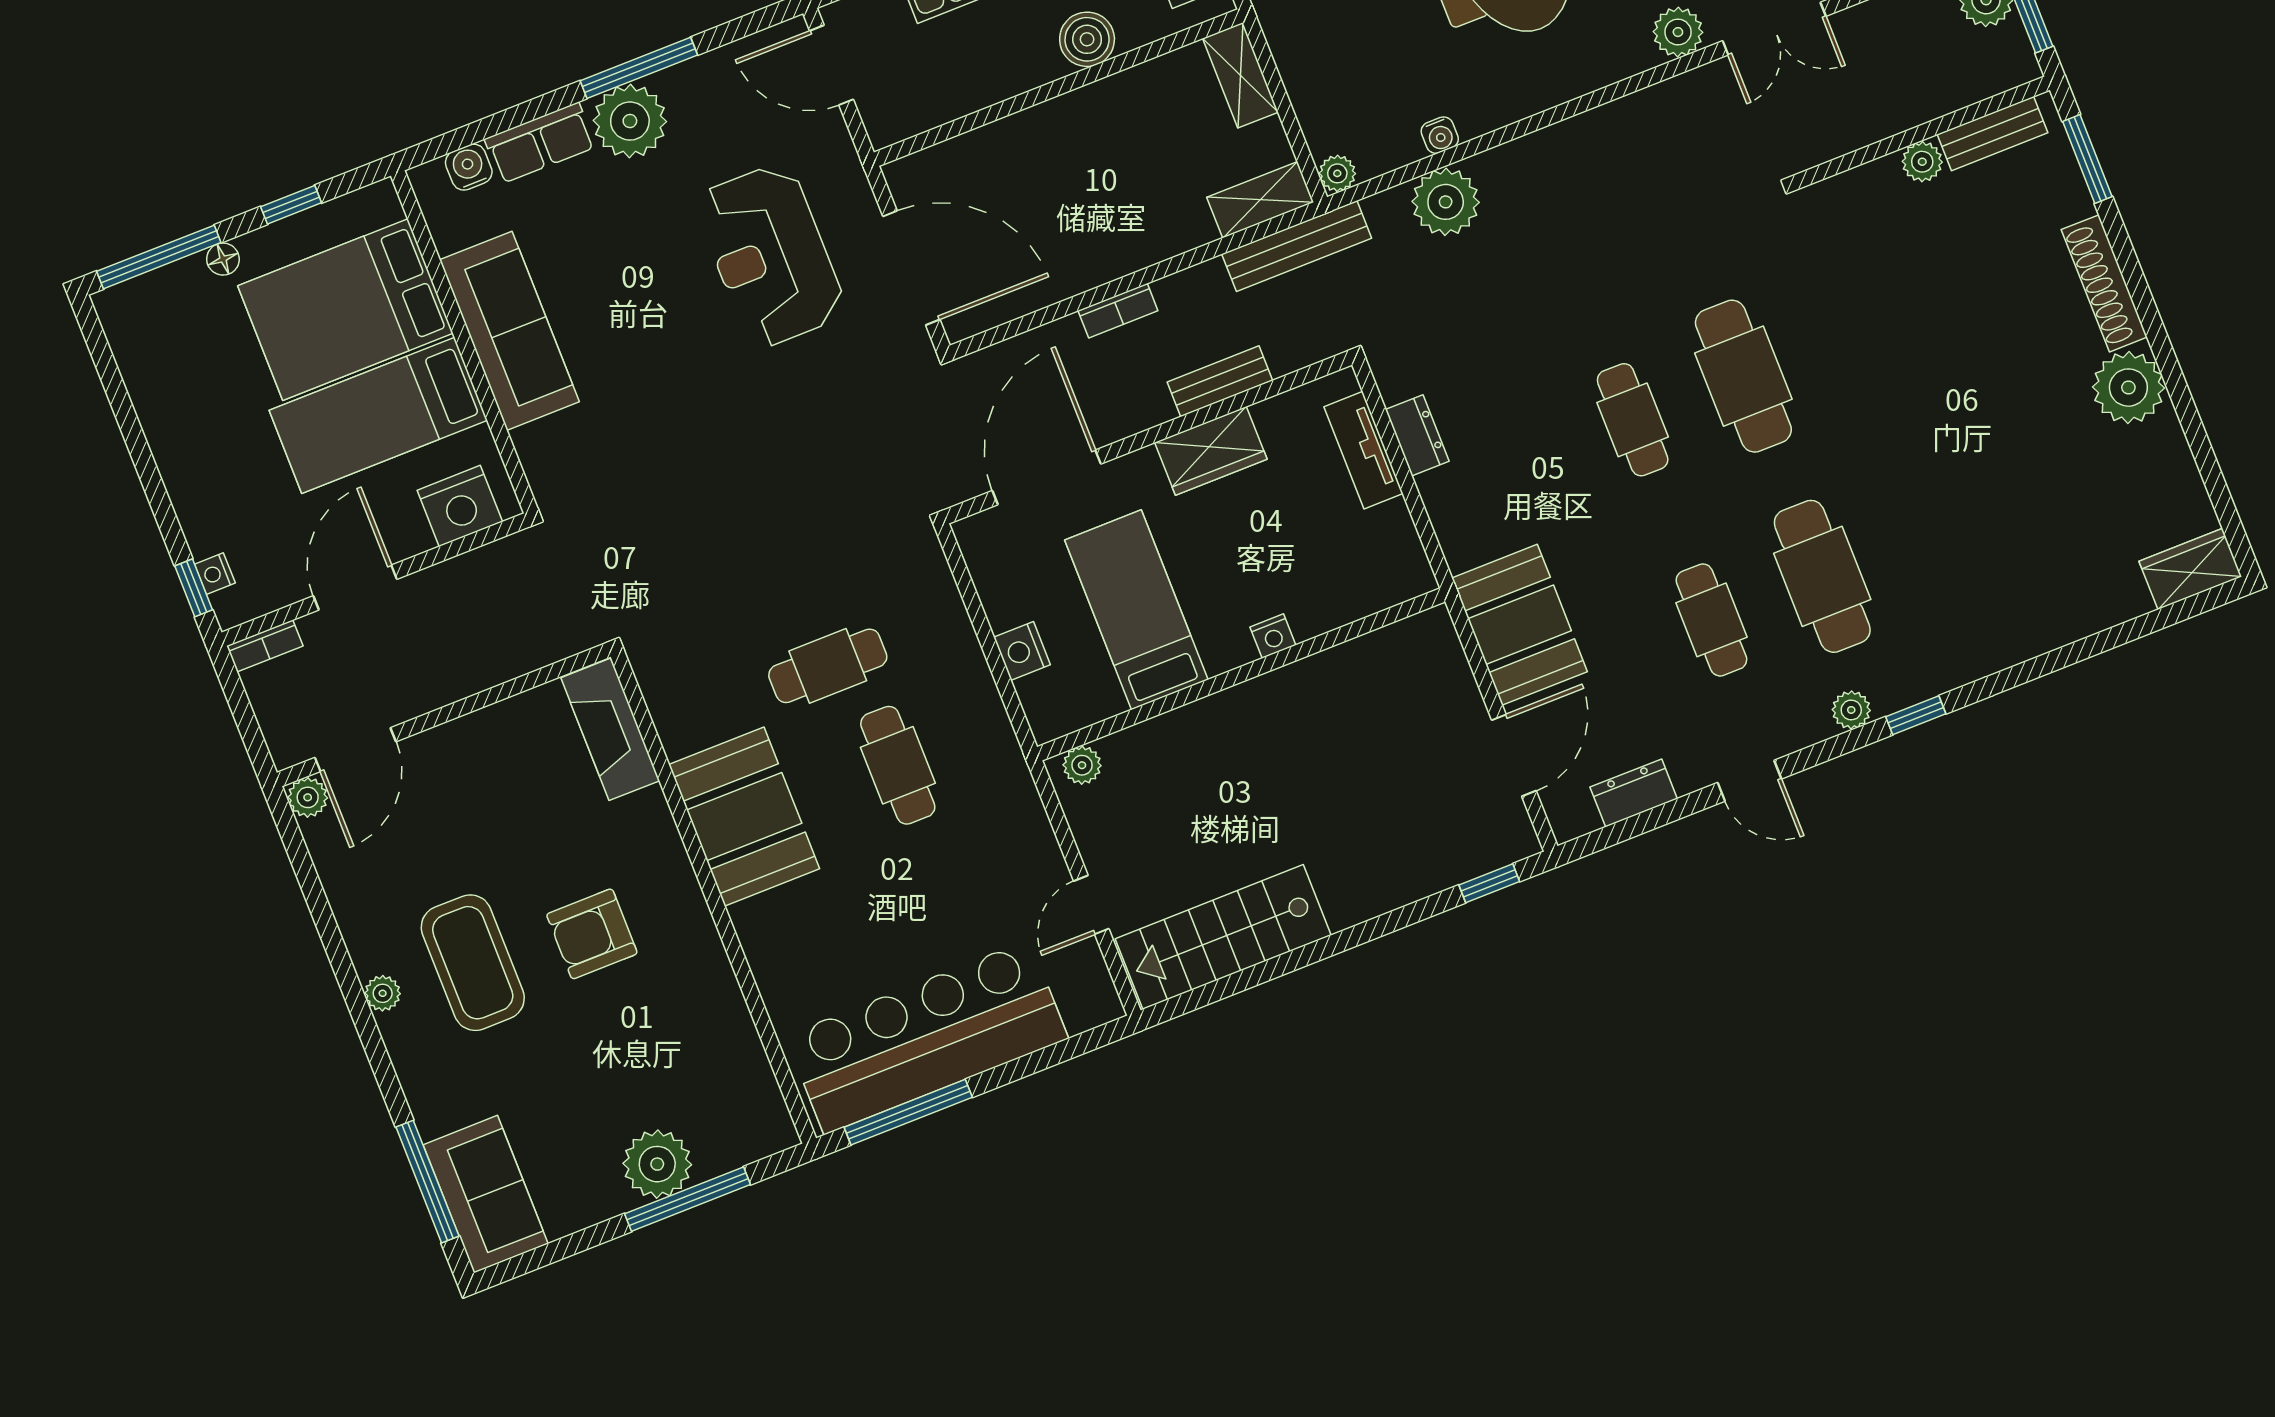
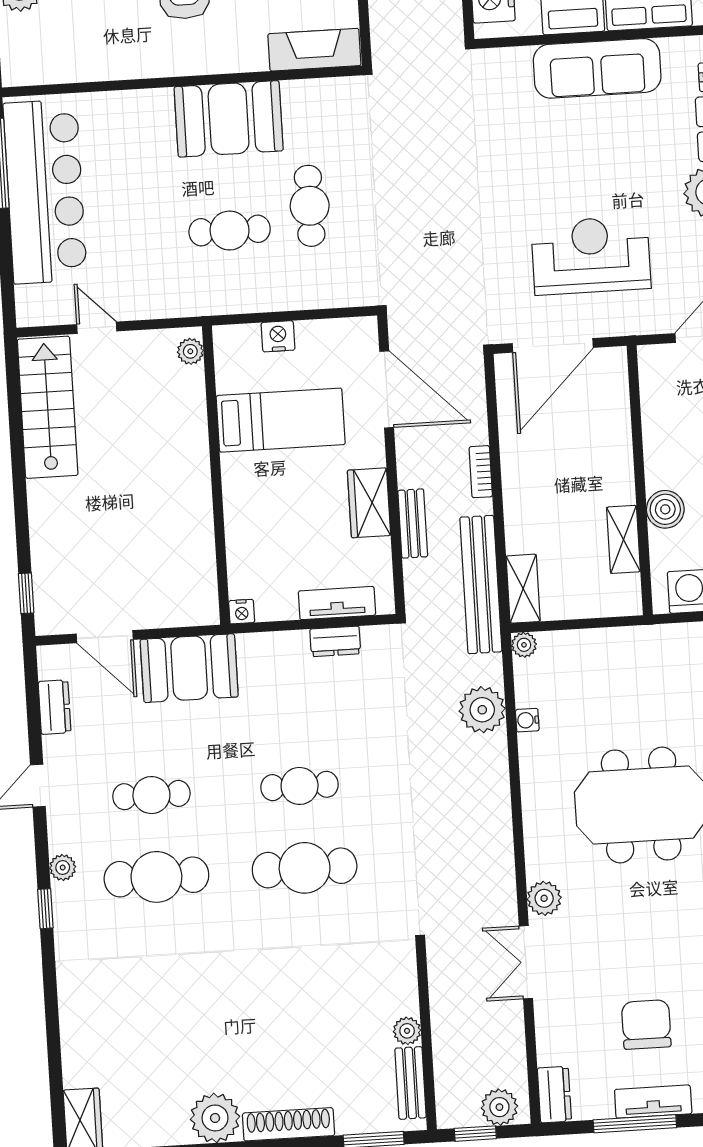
shelving: (1240, 75) -> (623, 539), moved, turned 90
bench: (1297, 246) -> (481, 585), width x1.37, depth x1.21
nightstand: (1273, 636) -> (242, 612), moved, turned -90

